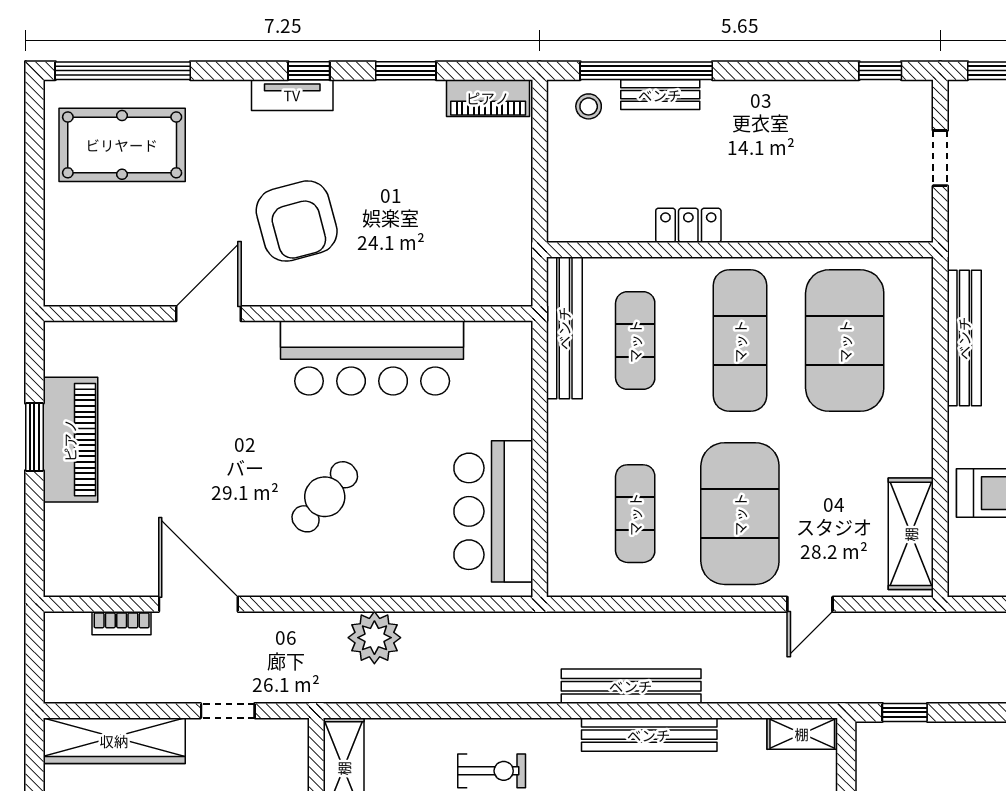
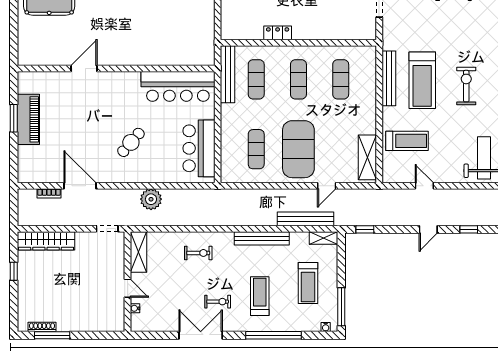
armchair: (297, 221) -> (120, 31), removed
exercise mat: (740, 341) -> (298, 79), width x0.73, depth x0.69
exercise mat: (845, 341) -> (341, 79), width x0.50, depth x0.69
bar counter: (372, 358) -> (178, 86), moved
bench: (631, 686) -> (306, 219), moved
doorway: (228, 711) -> (107, 229), moved

